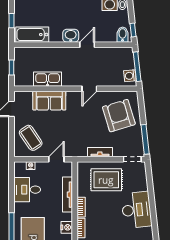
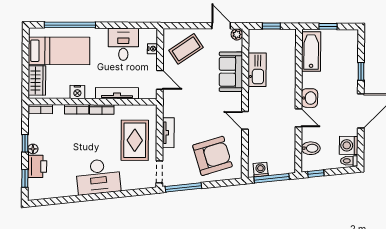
bidet: (123, 35) -> (311, 148), moved
plant: (18, 96) -> (237, 34), added

